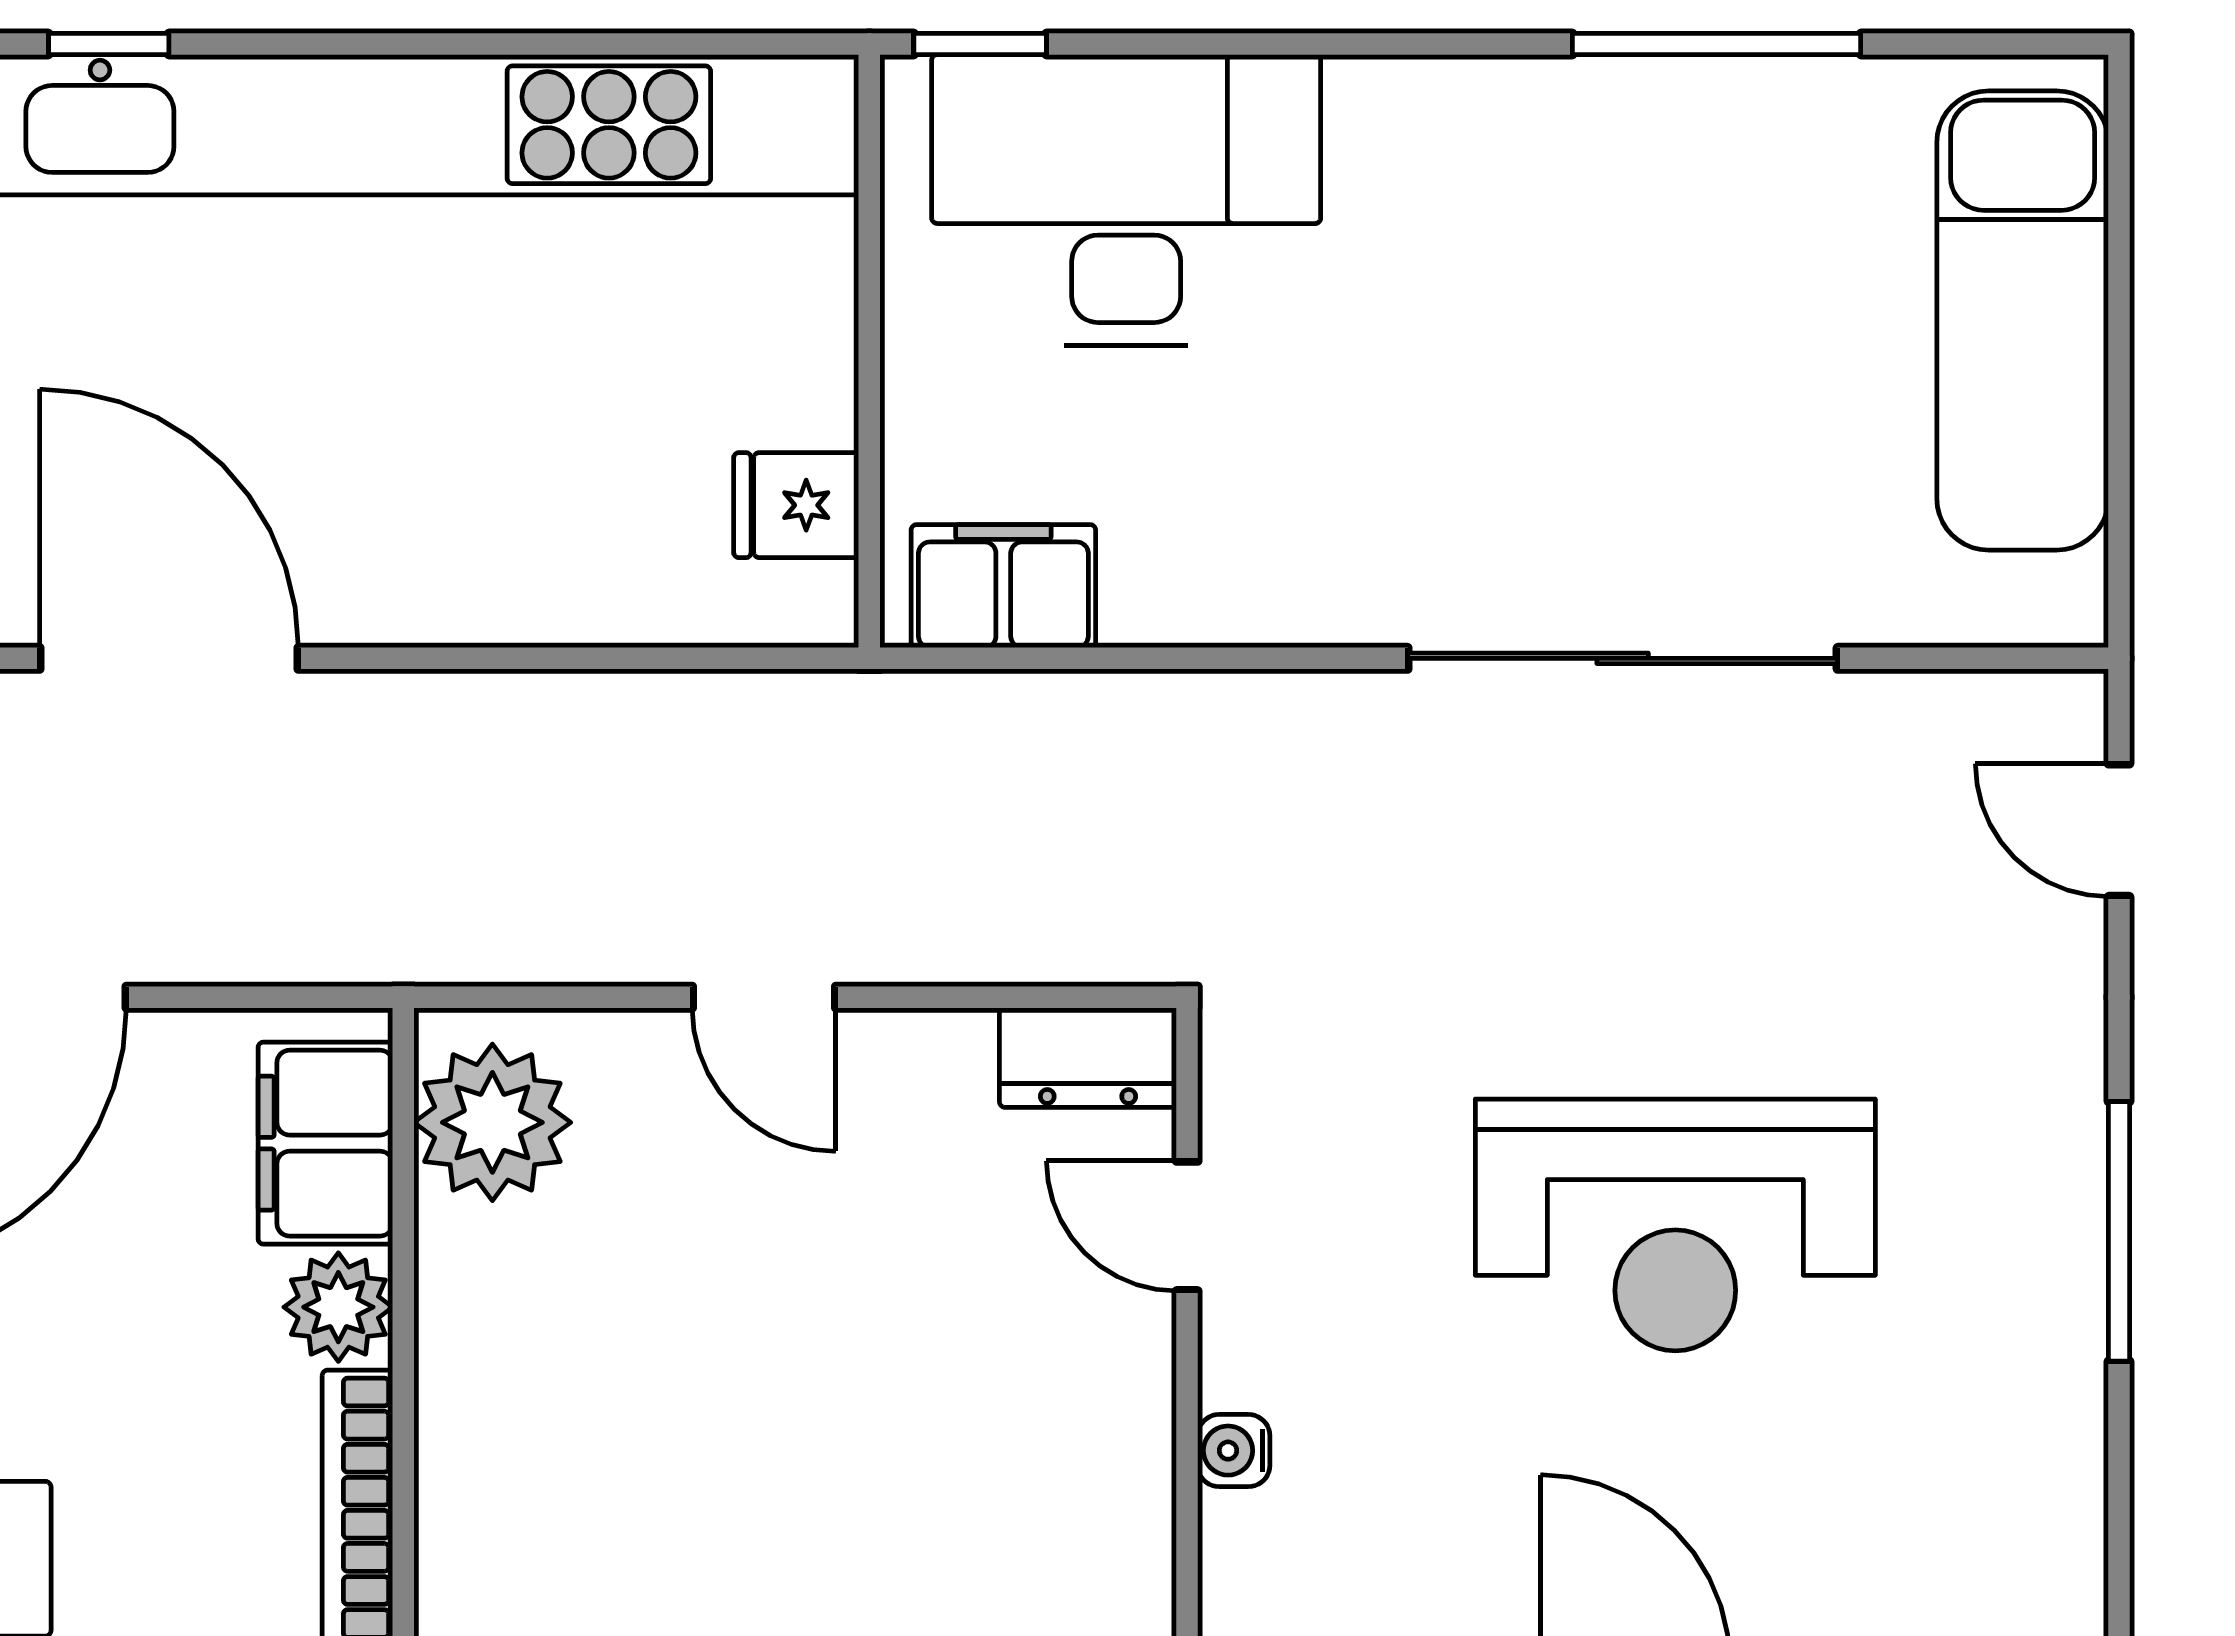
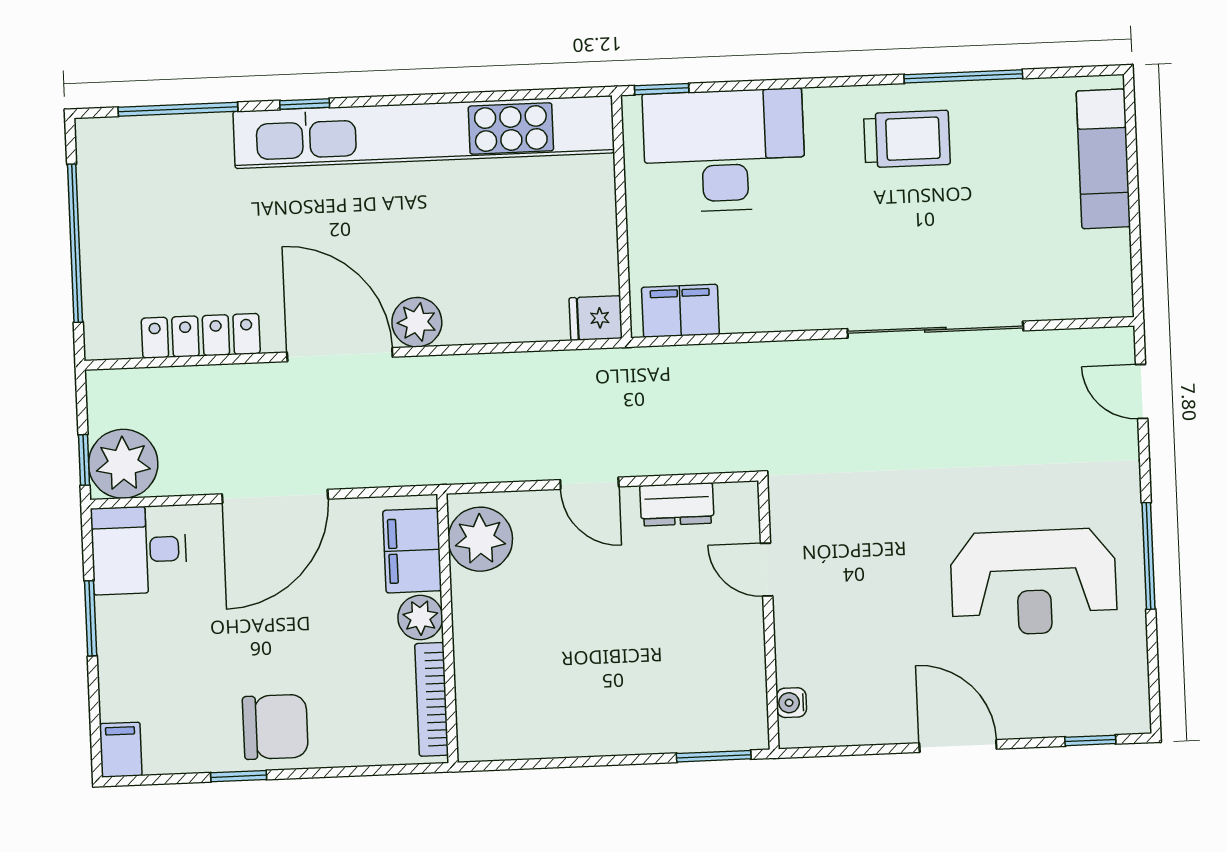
trolley: (1573, 191) -> (907, 139), added
exam couch: (2023, 320) -> (1103, 159), width x0.73, depth x0.69
fridge: (796, 505) -> (596, 318), moved
plant: (360, 587) -> (417, 322), added
dresser: (1088, 1058) -> (677, 504), moved
reception desk: (1675, 1225) -> (1034, 582), moved
water cooler: (1234, 1451) -> (791, 703), moved

